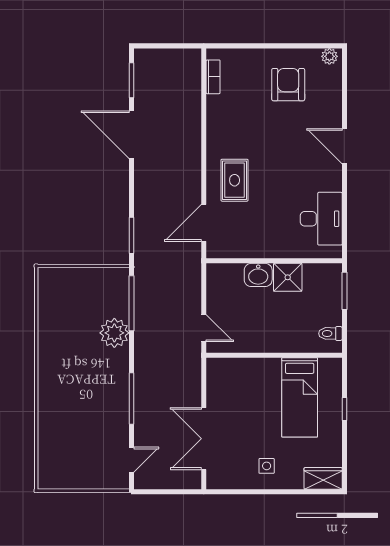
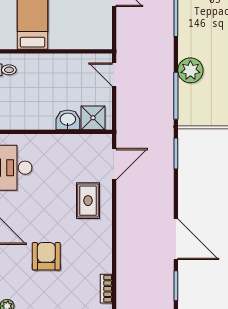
armchair: (288, 85) -> (46, 256), moved, turned 180
shower: (288, 277) -> (93, 118), moved

